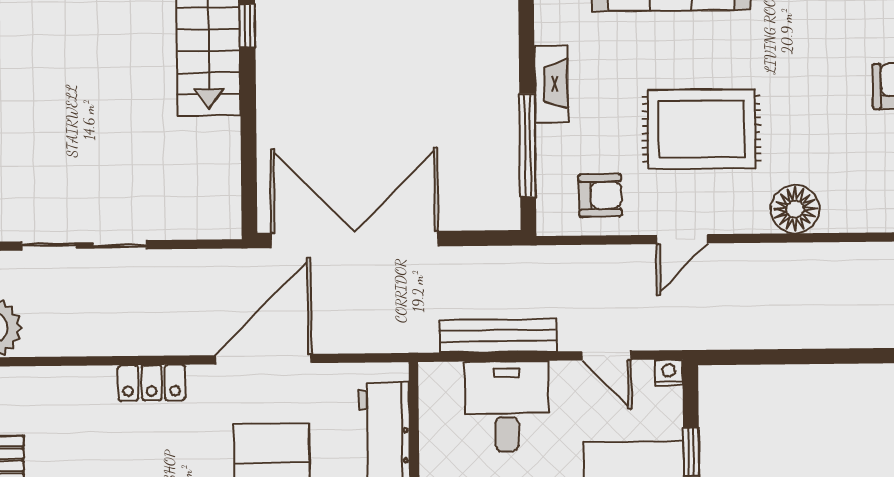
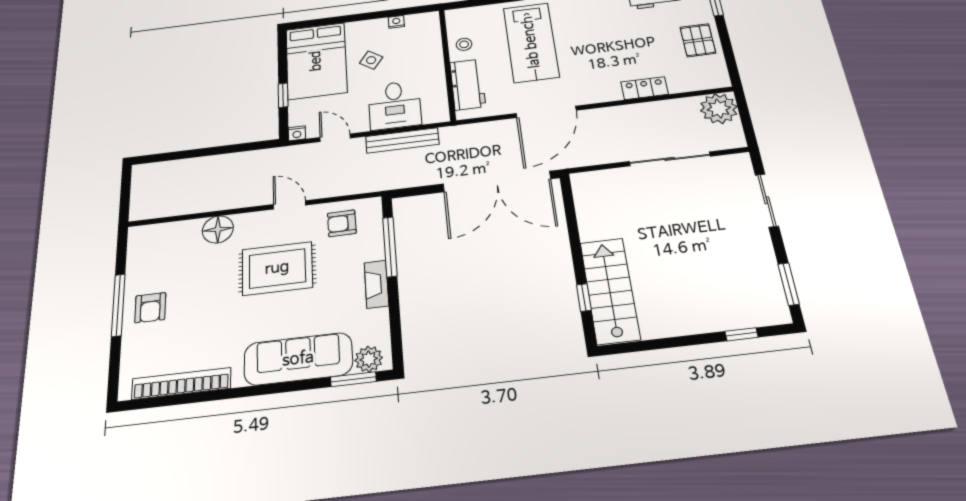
door: (682, 239) -> (290, 205), hinge flipped
locker: (152, 383) -> (645, 88), moved

